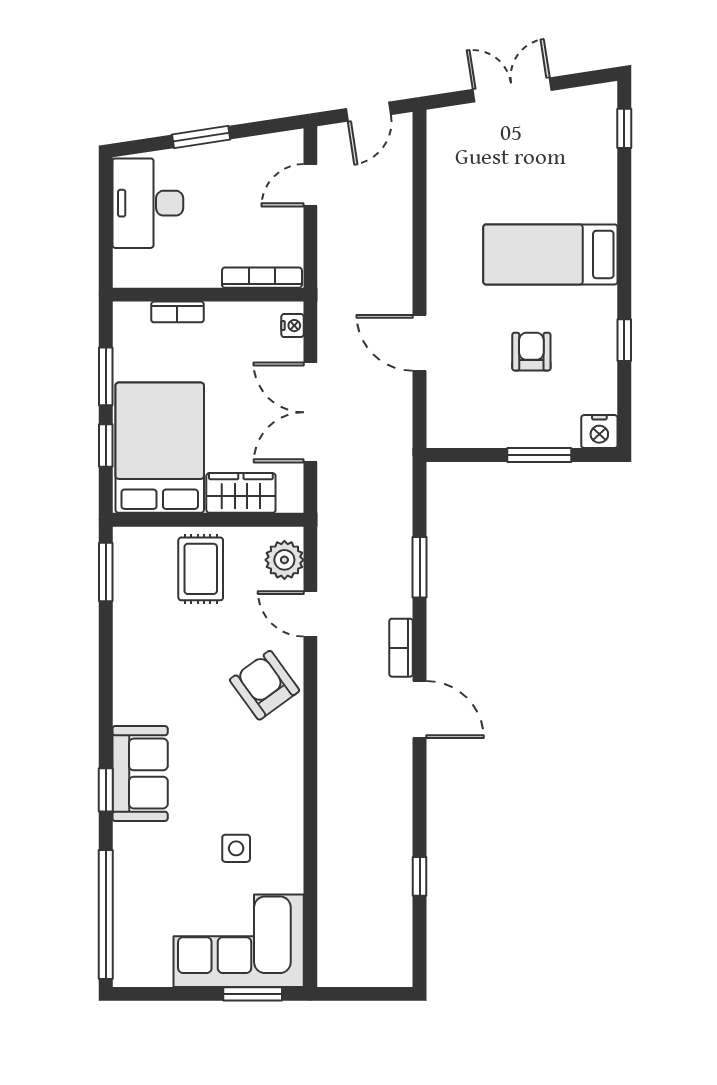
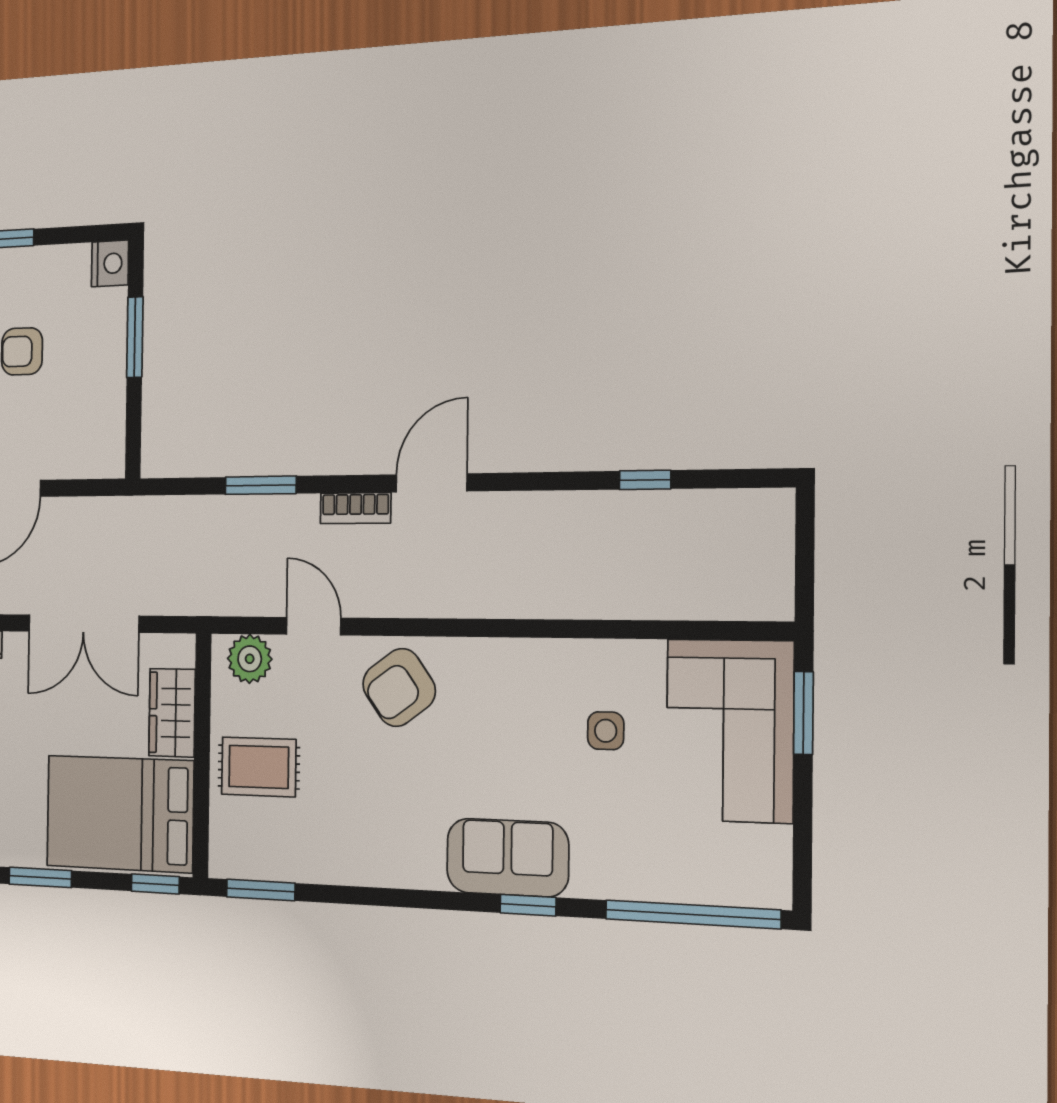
window: (106, 446) -> (155, 884), moved
door: (310, 614) -> (314, 626), swing flipped

